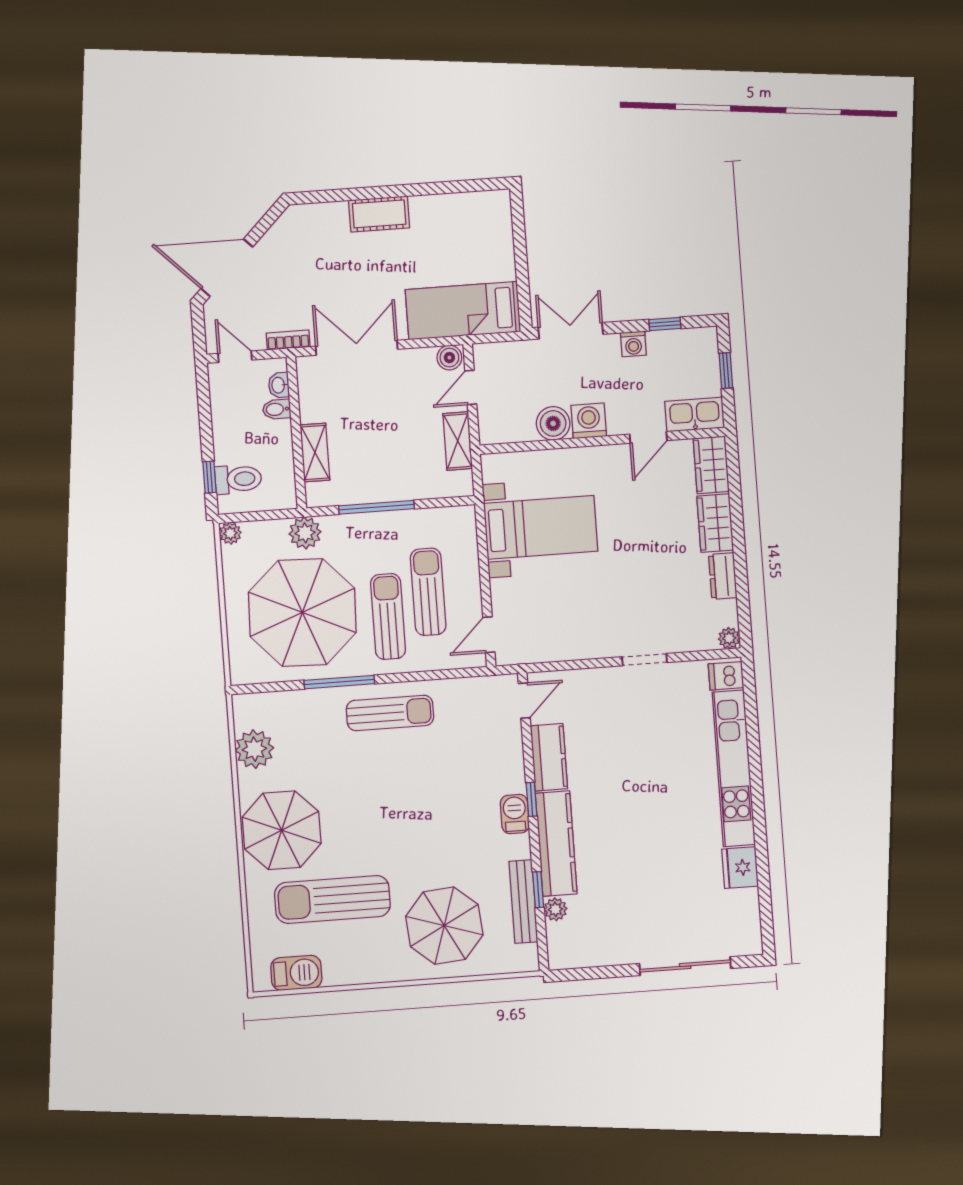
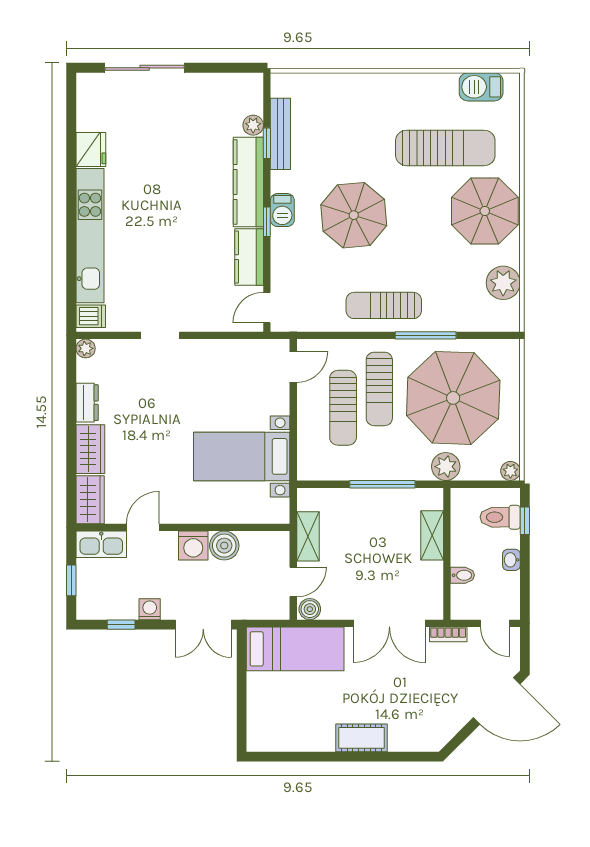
washbasin: (279, 385) -> (511, 560), moved, turned 180
parasol: (444, 926) -> (354, 215), moved

